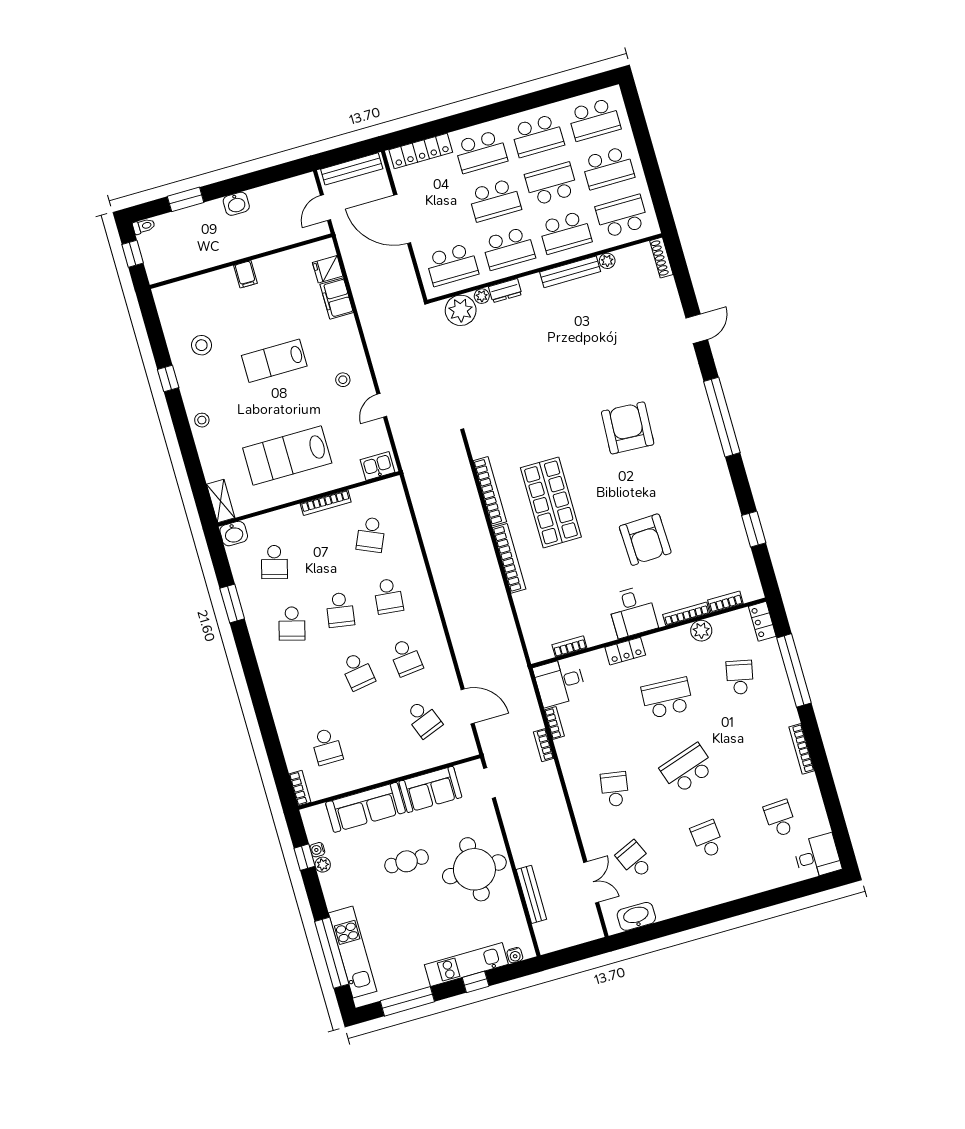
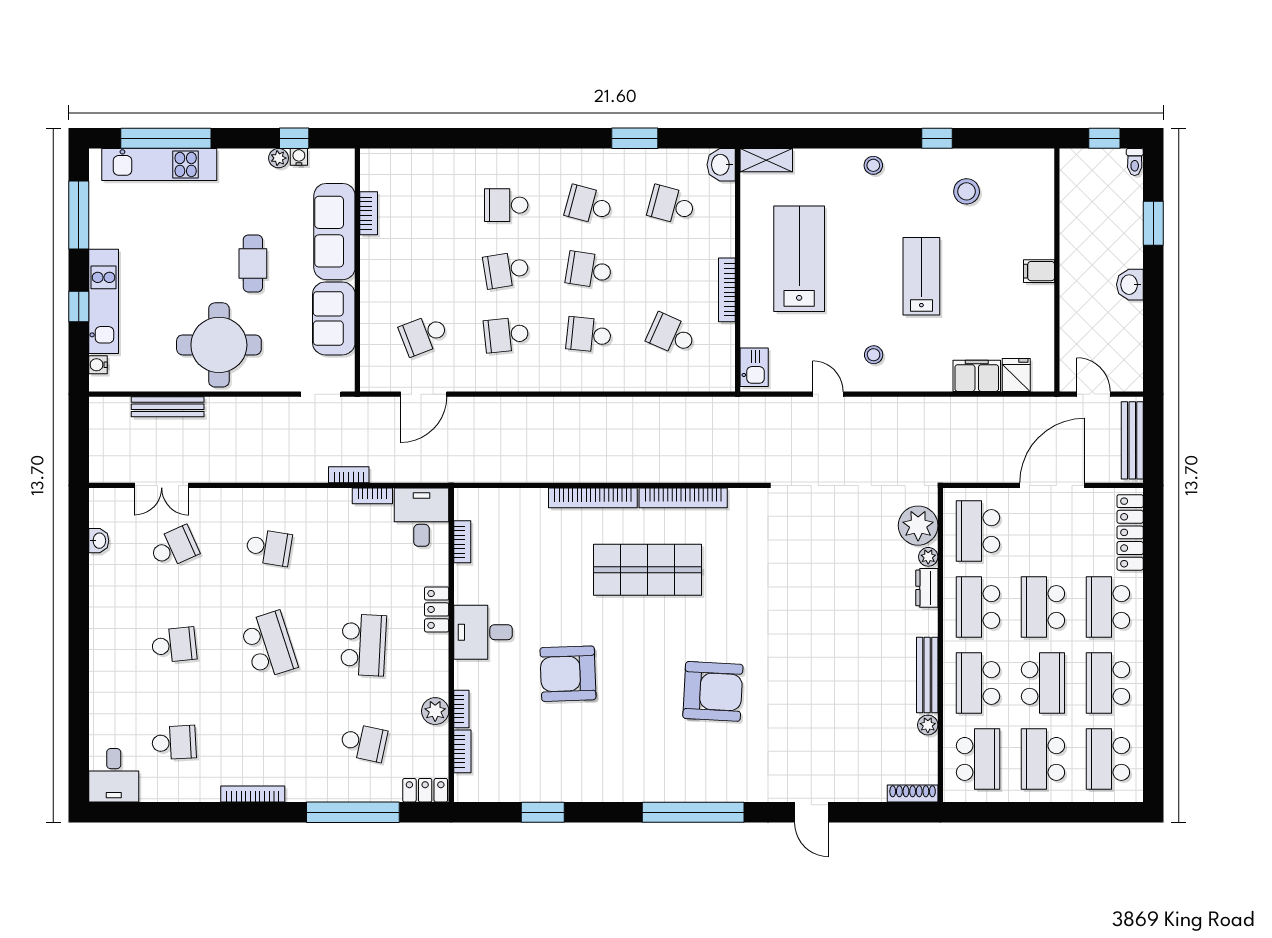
bookcase: (686, 614) -> (461, 709), width x0.64
school desk: (327, 746) -> (506, 205), moved
bookcase: (300, 788) -> (369, 213), moved, turned -90
washbasin: (636, 916) -> (99, 541), width x0.52, depth x0.69

